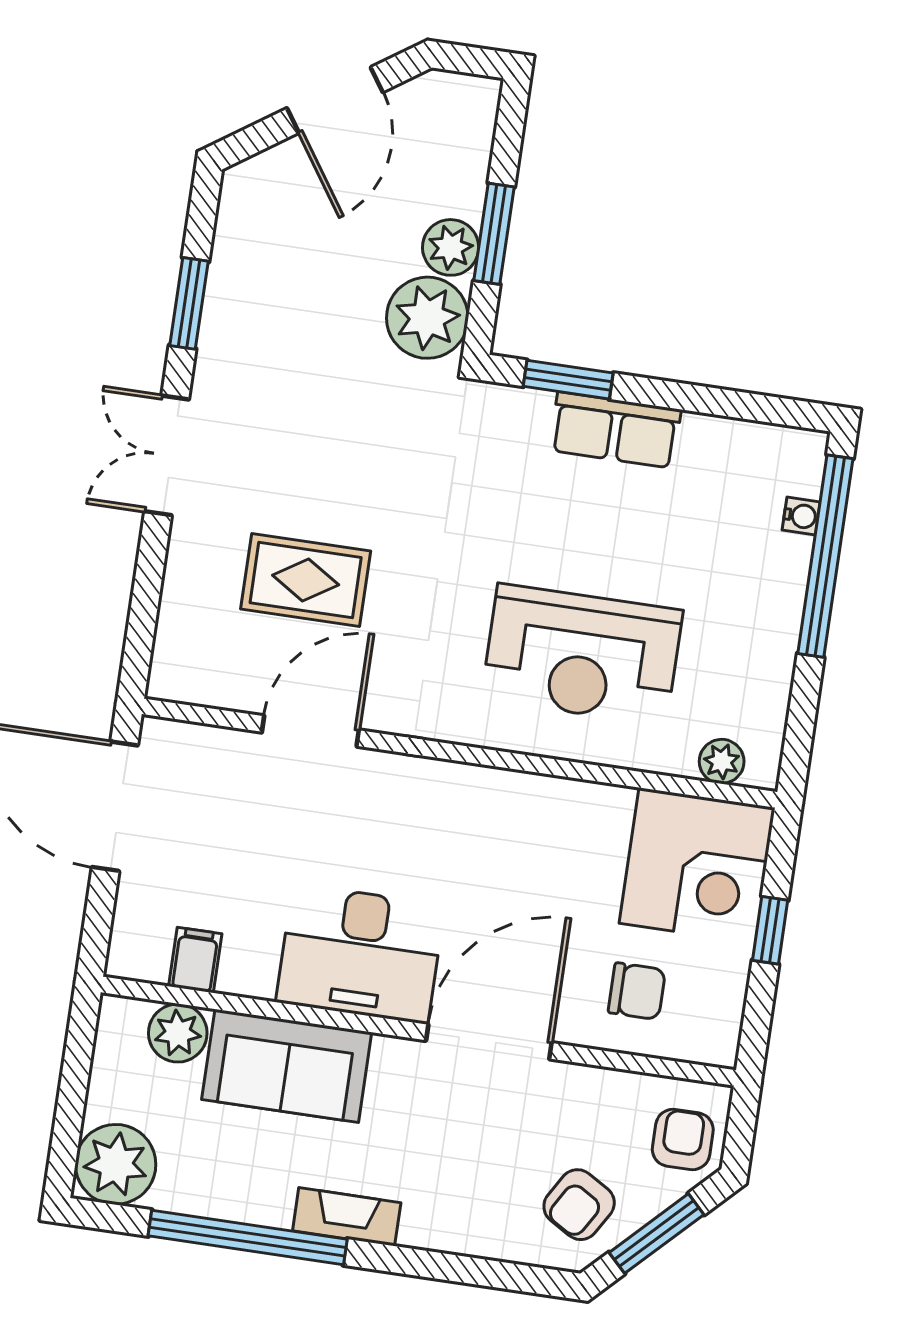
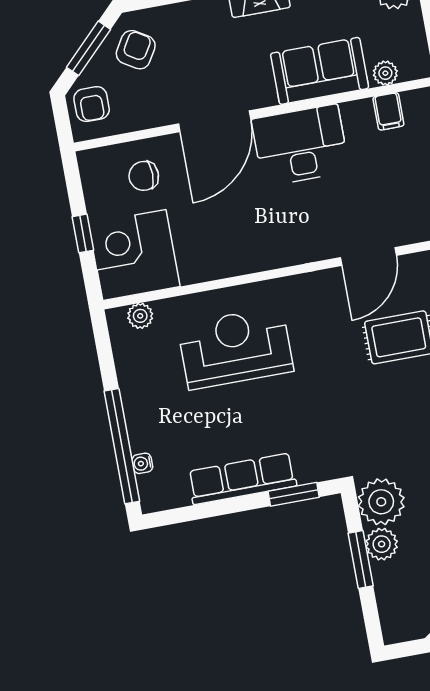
row of seats: (615, 430) -> (242, 479), width x1.48
plant: (178, 1033) -> (385, 73), width x0.73, depth x0.73

